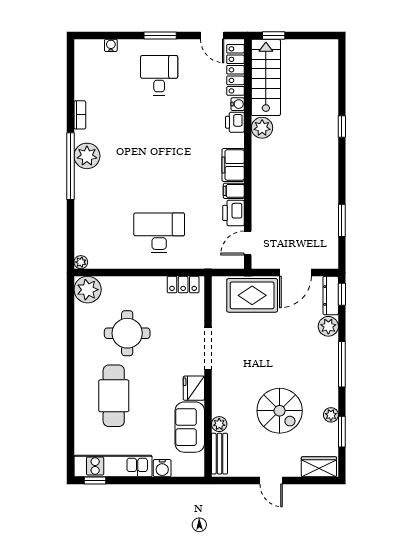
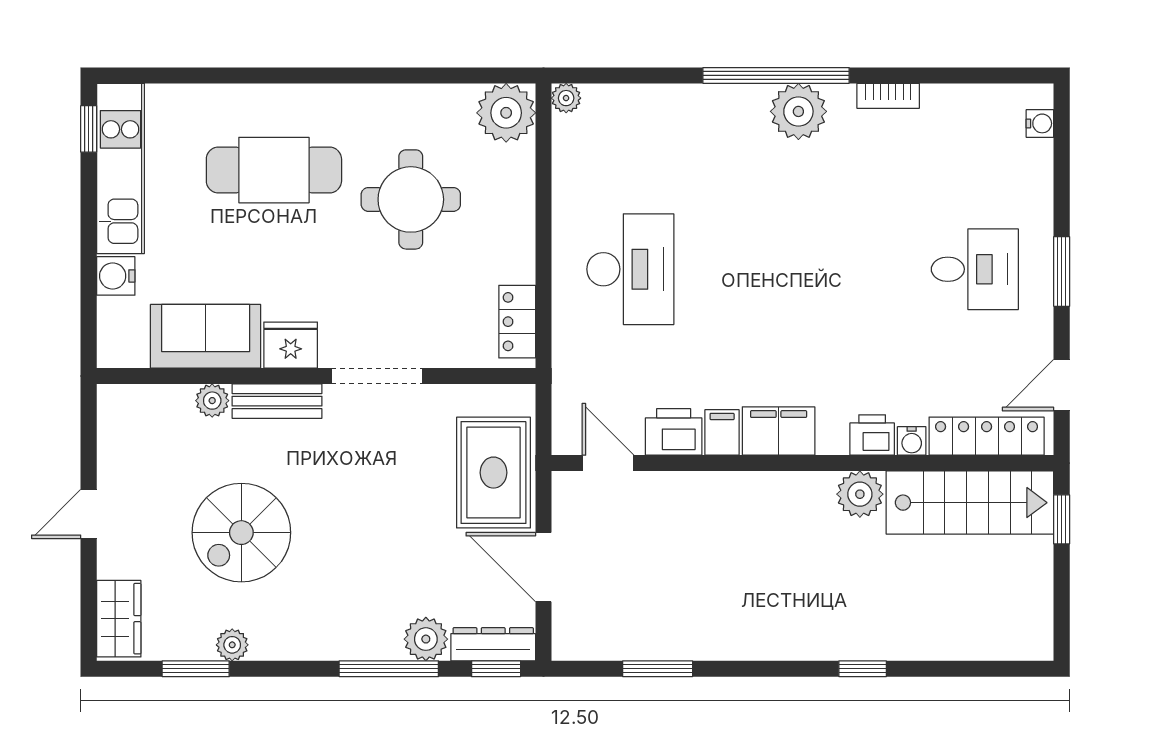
water cooler: (111, 45) -> (1040, 123), moved
window: (342, 364) -> (389, 669), moved
bench: (219, 454) -> (277, 401), moved

